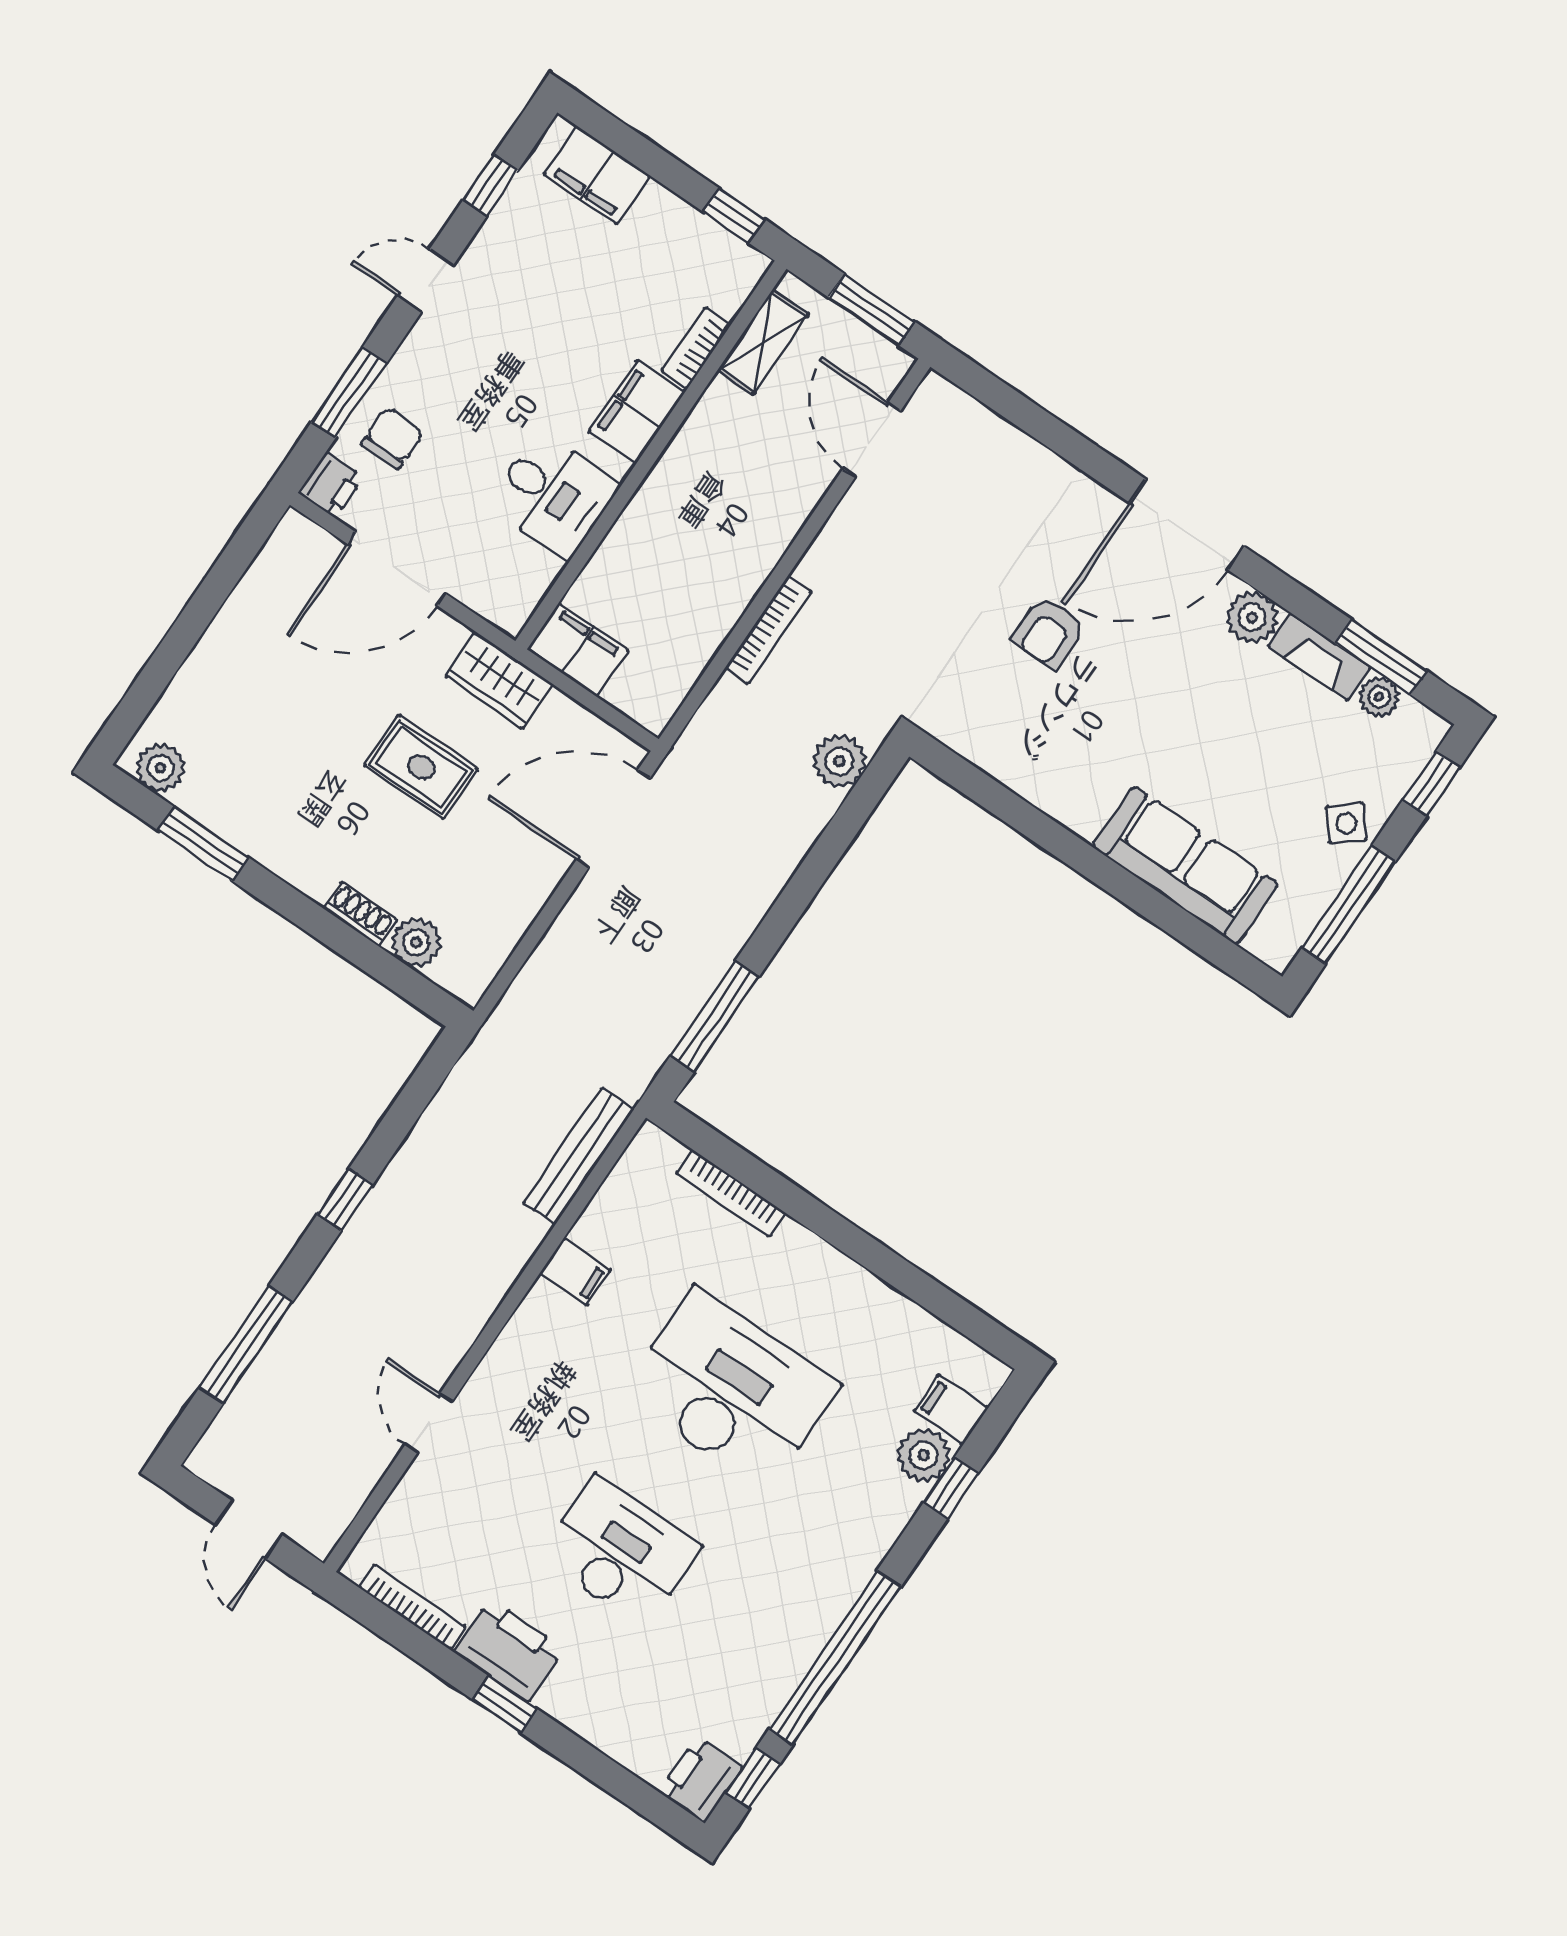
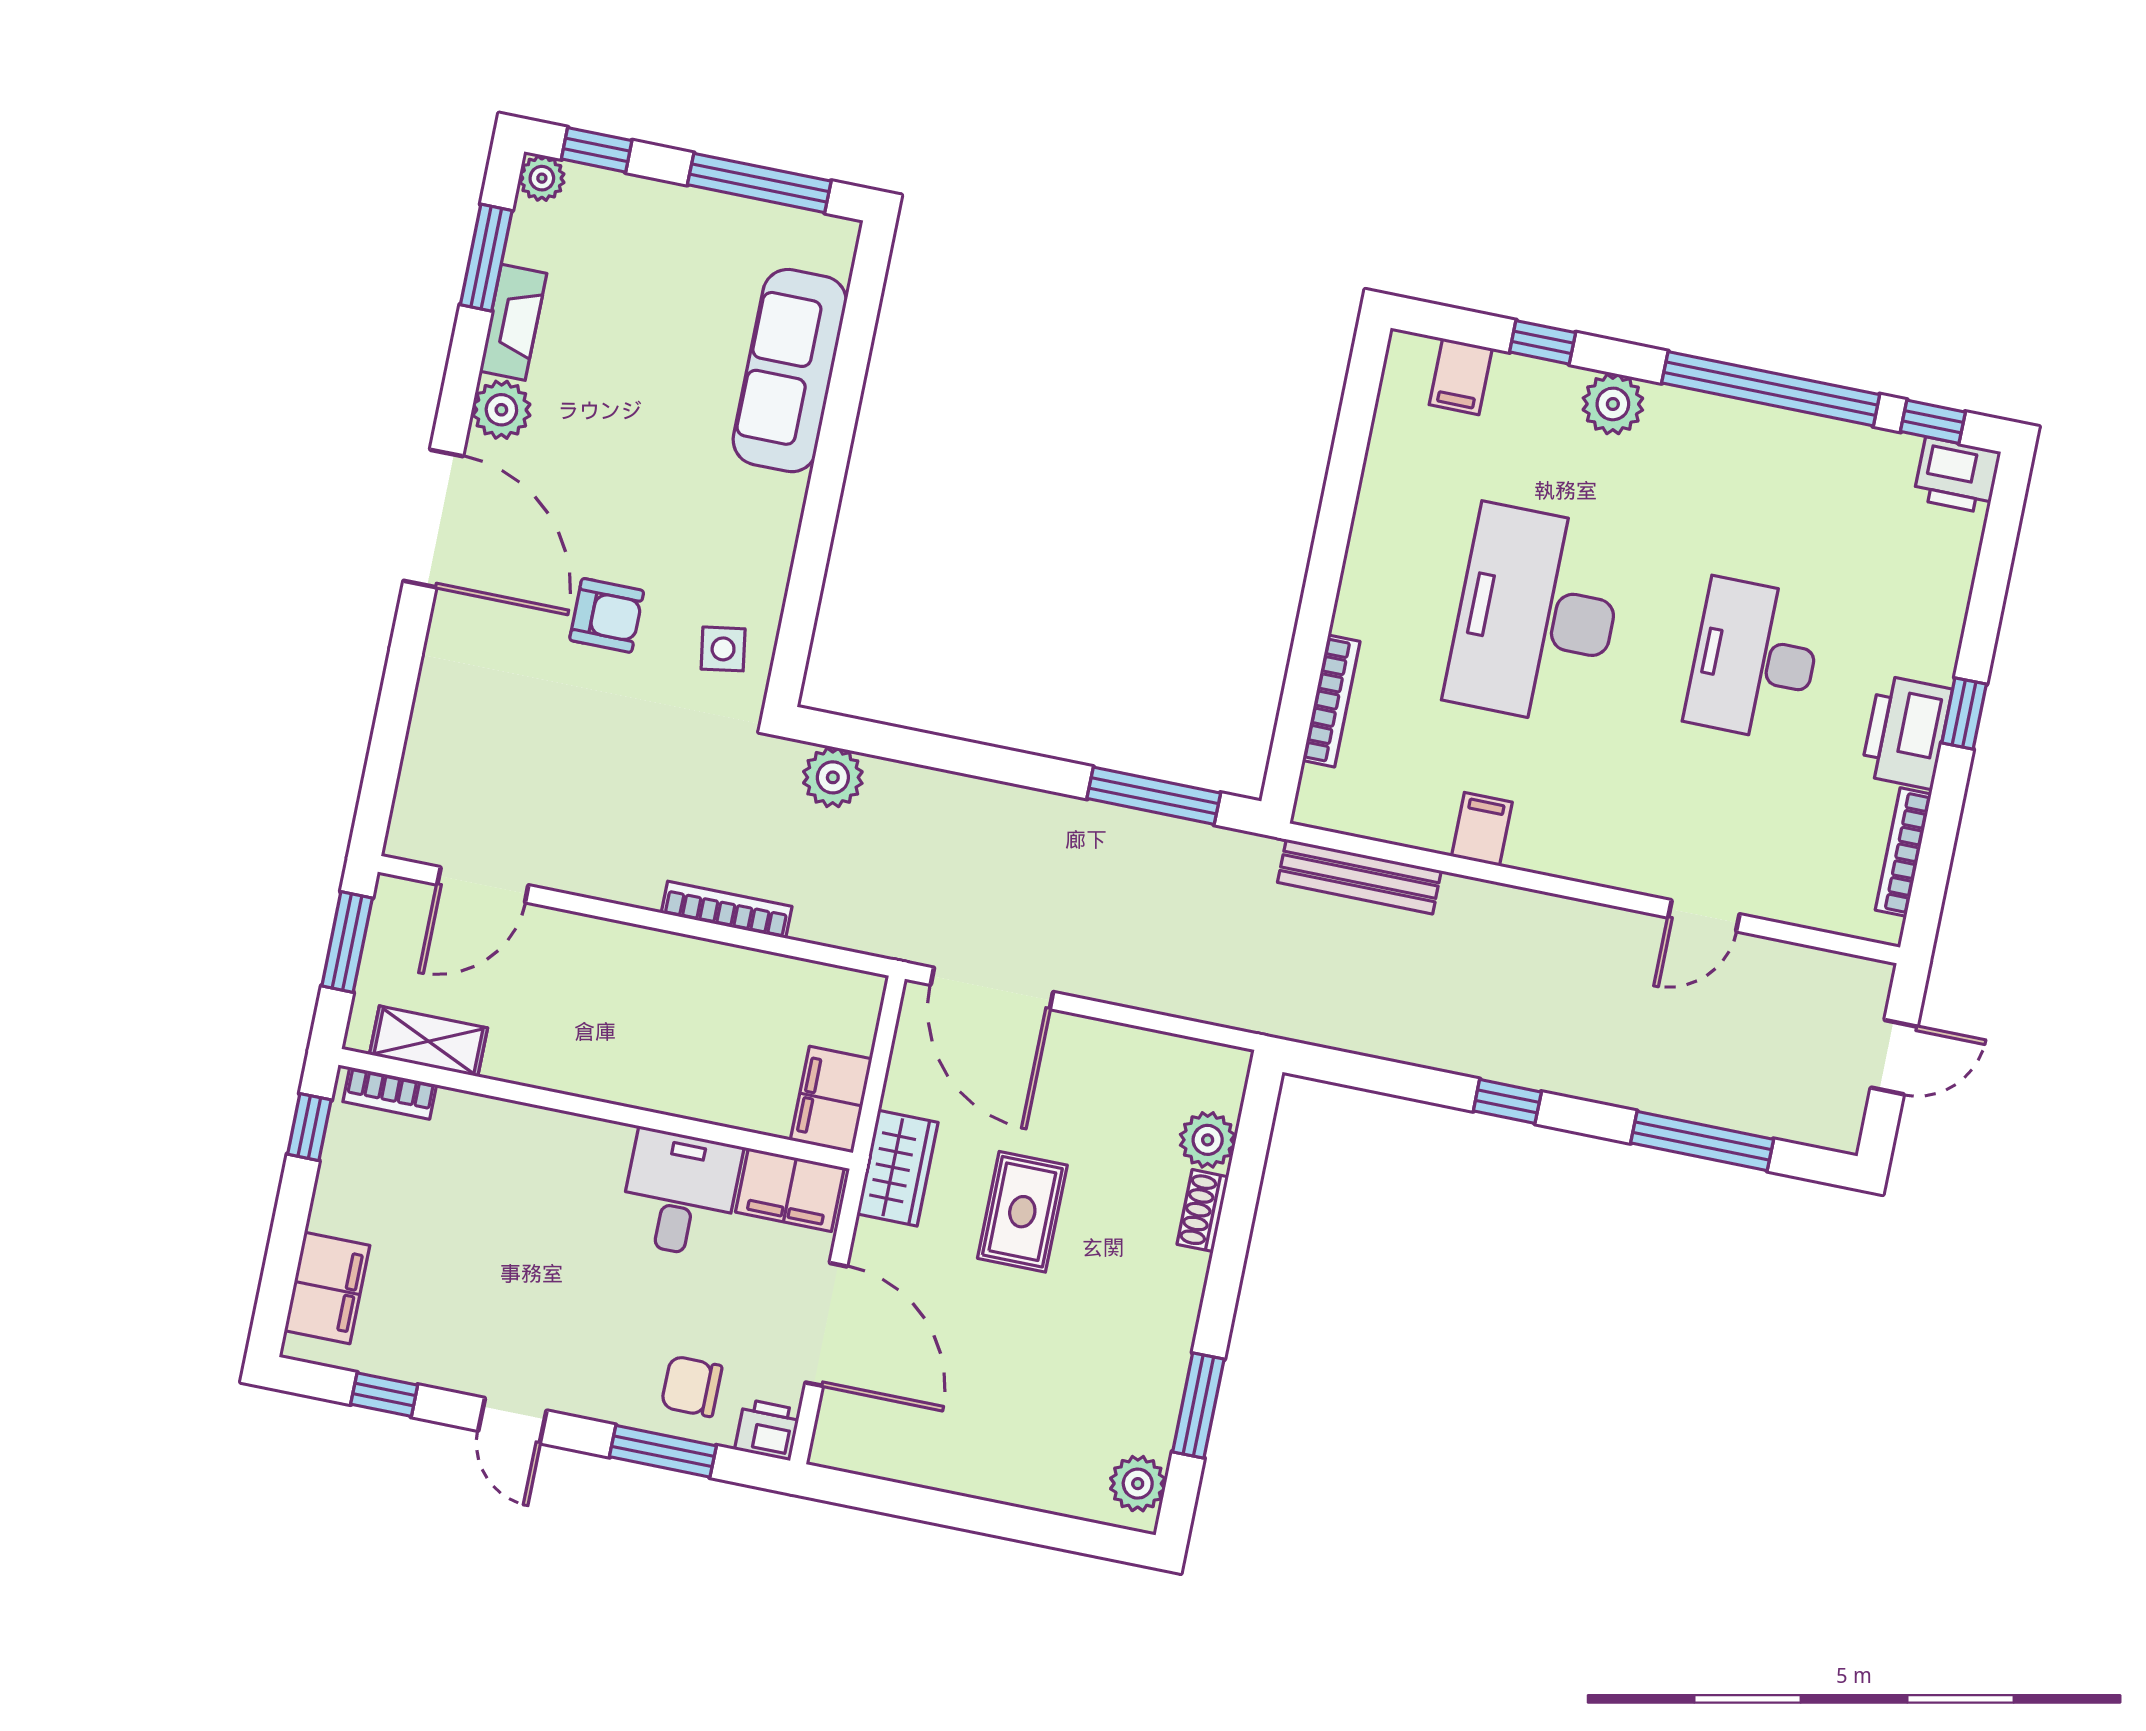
bookcase: (696, 348) -> (390, 1093), moved
filing cabinet: (637, 412) -> (790, 1190), moved
plant: (1379, 697) -> (542, 178), moved
side table: (1346, 823) -> (723, 649), moved, turned 30
plant: (924, 1455) -> (1613, 404), moved

